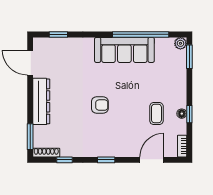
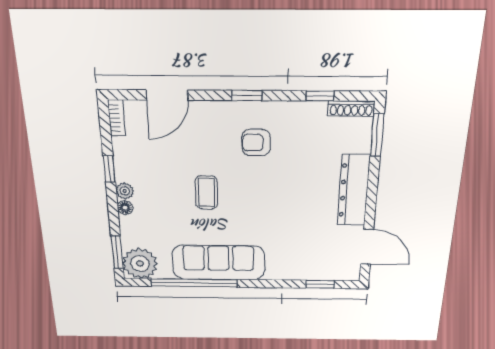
plant: (180, 43) -> (140, 264), width x1.88, depth x1.88
plant: (181, 100) -> (125, 191), added
armchair: (100, 105) -> (256, 143), moved
coffee table: (156, 114) -> (206, 192), moved
floor lamp: (182, 114) -> (125, 208), moved

